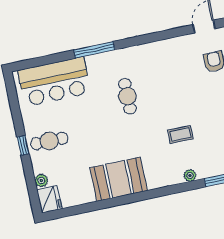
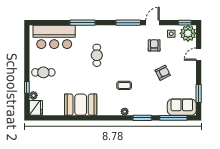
window: (166, 35) -> (128, 23), added
window: (23, 145) -> (27, 87), moved

